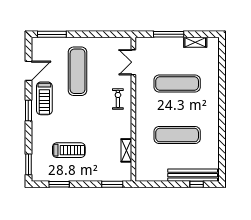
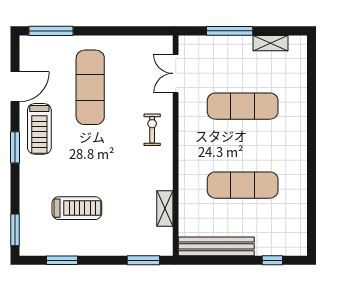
bench: (193, 175) -> (216, 246), moved

